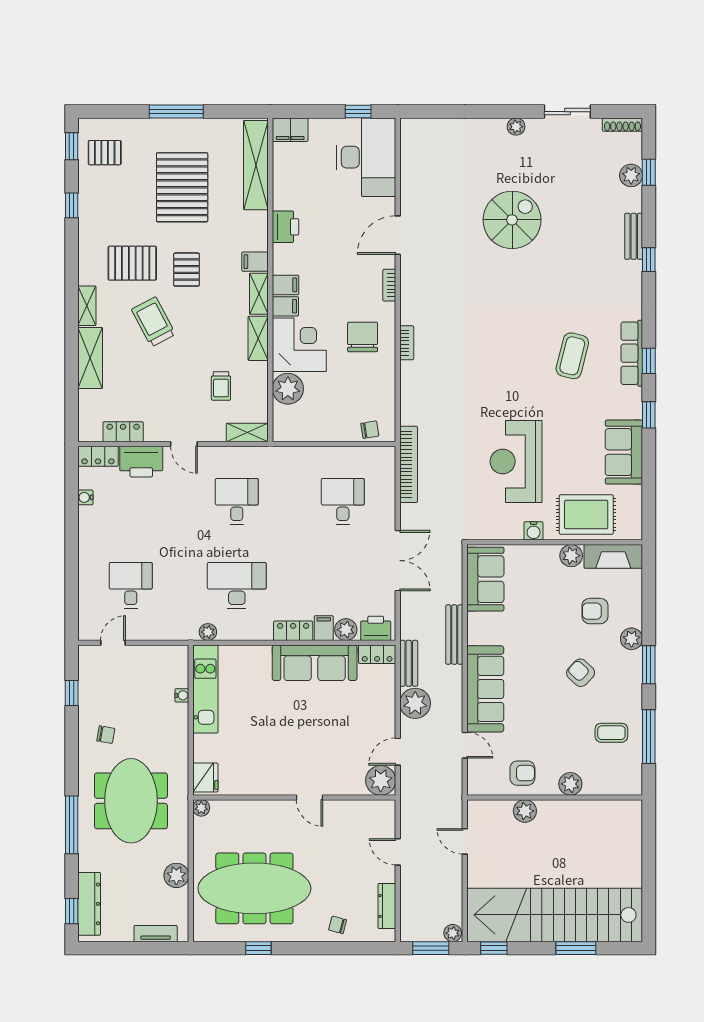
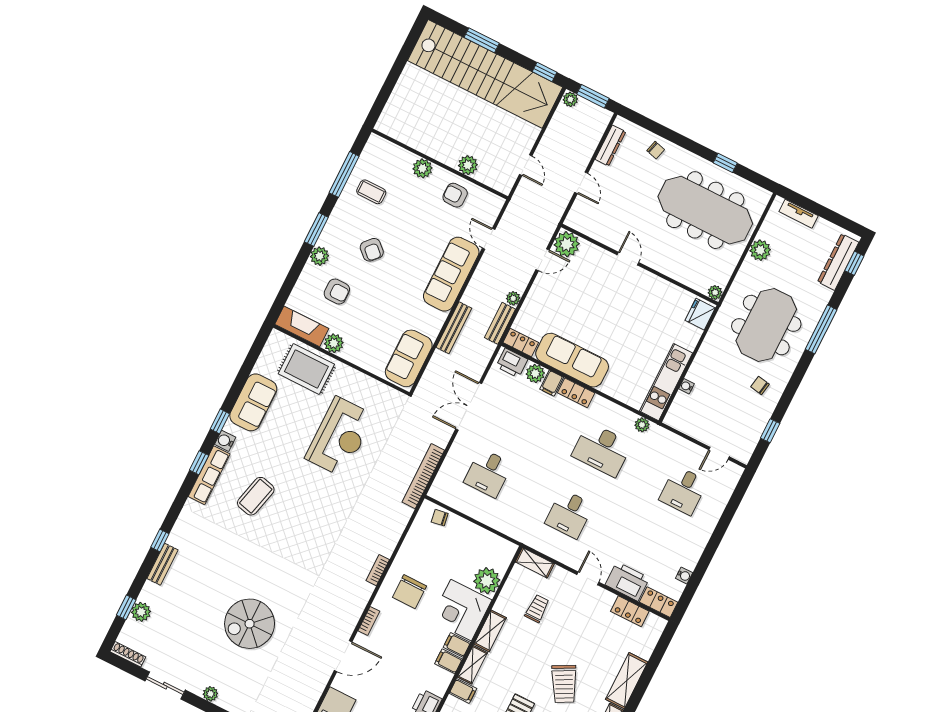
water cooler: (534, 531) -> (225, 441), moved, turned -90
plant: (415, 703) -> (513, 298), width x0.53, depth x0.53

